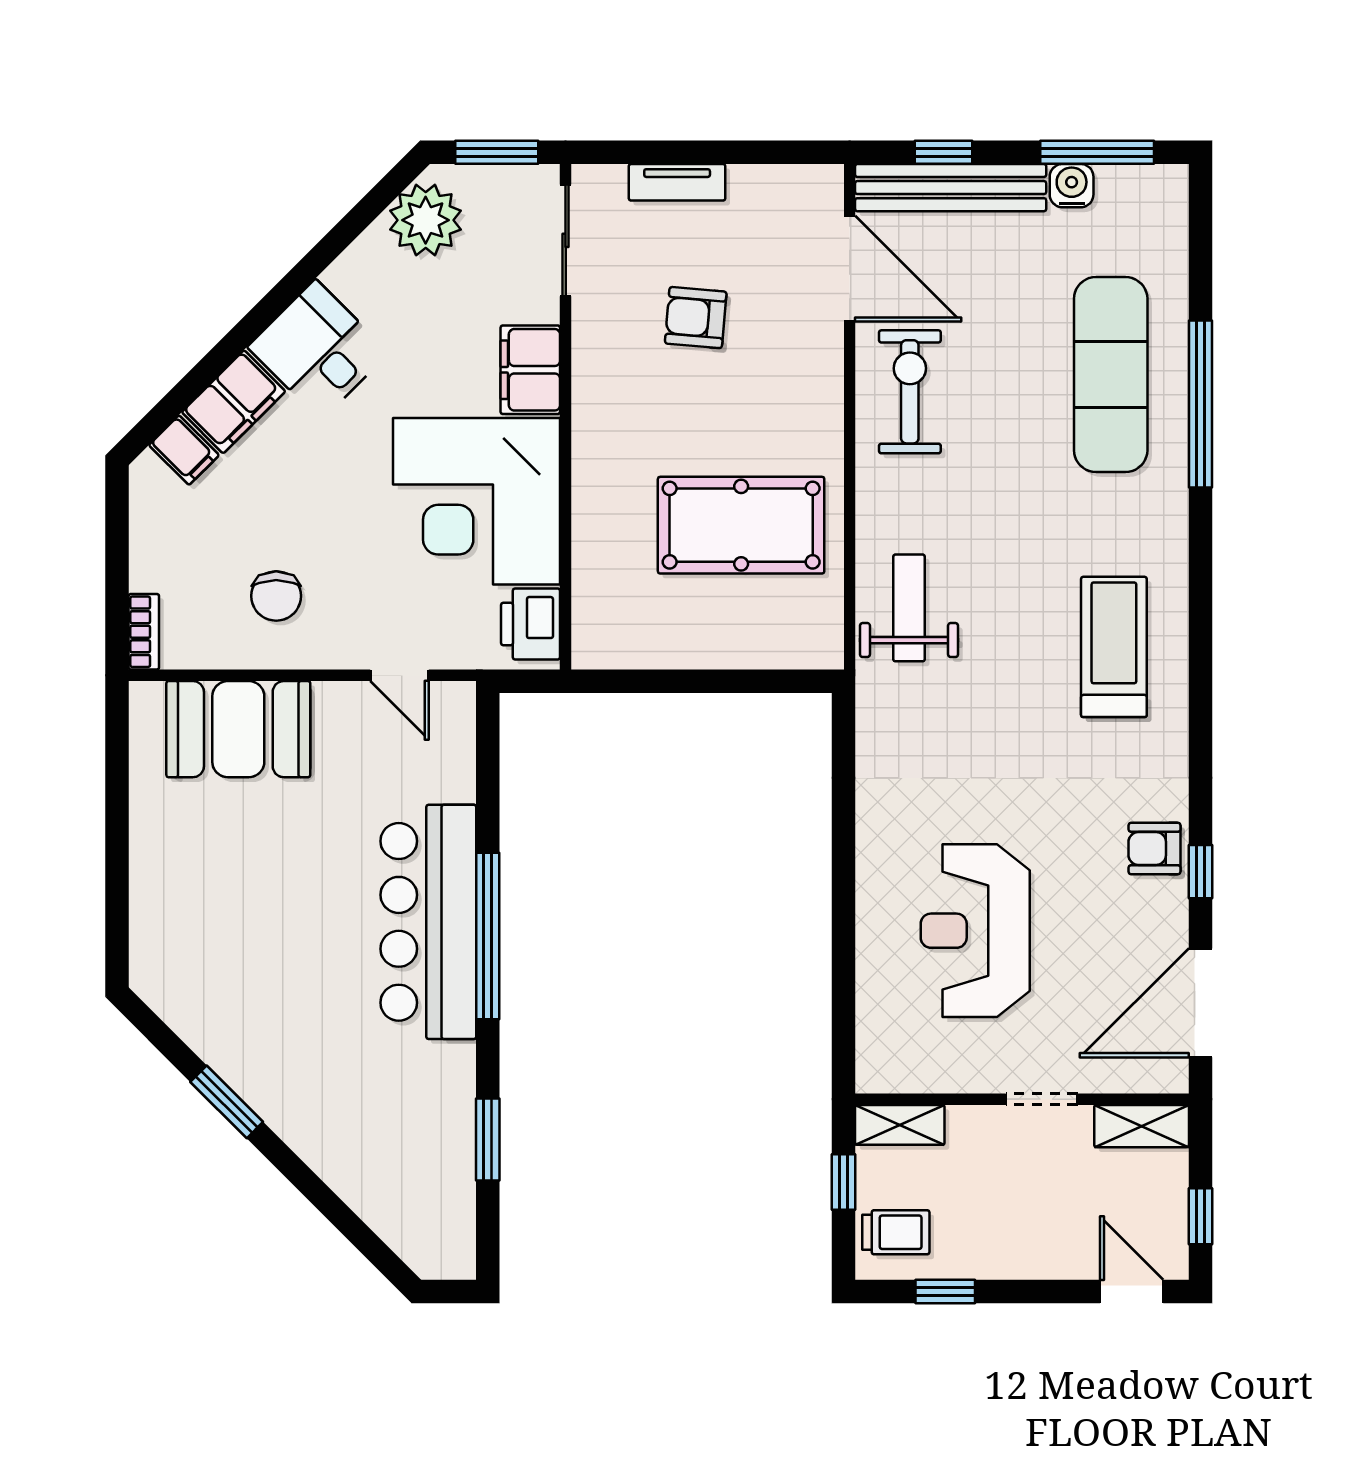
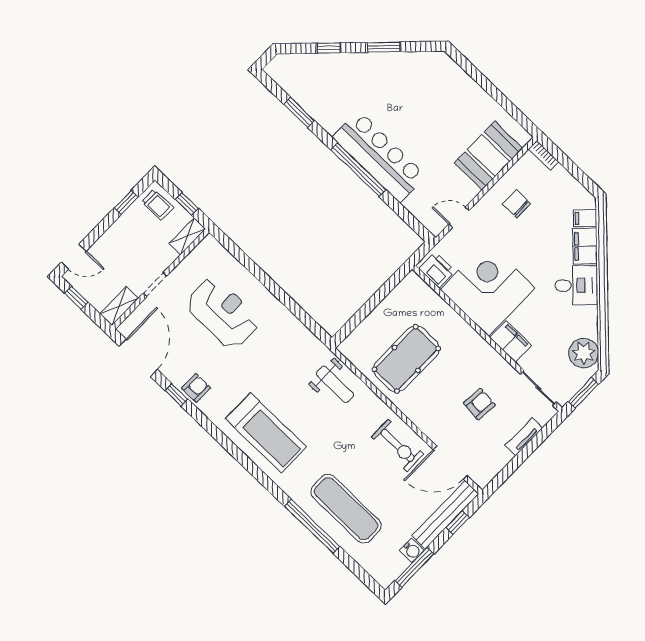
treadmill: (1114, 647) -> (266, 433), width x1.37, depth x1.38
window: (323, 1198) -> (329, 48), added
trolley: (896, 1232) -> (157, 205), turned -90

